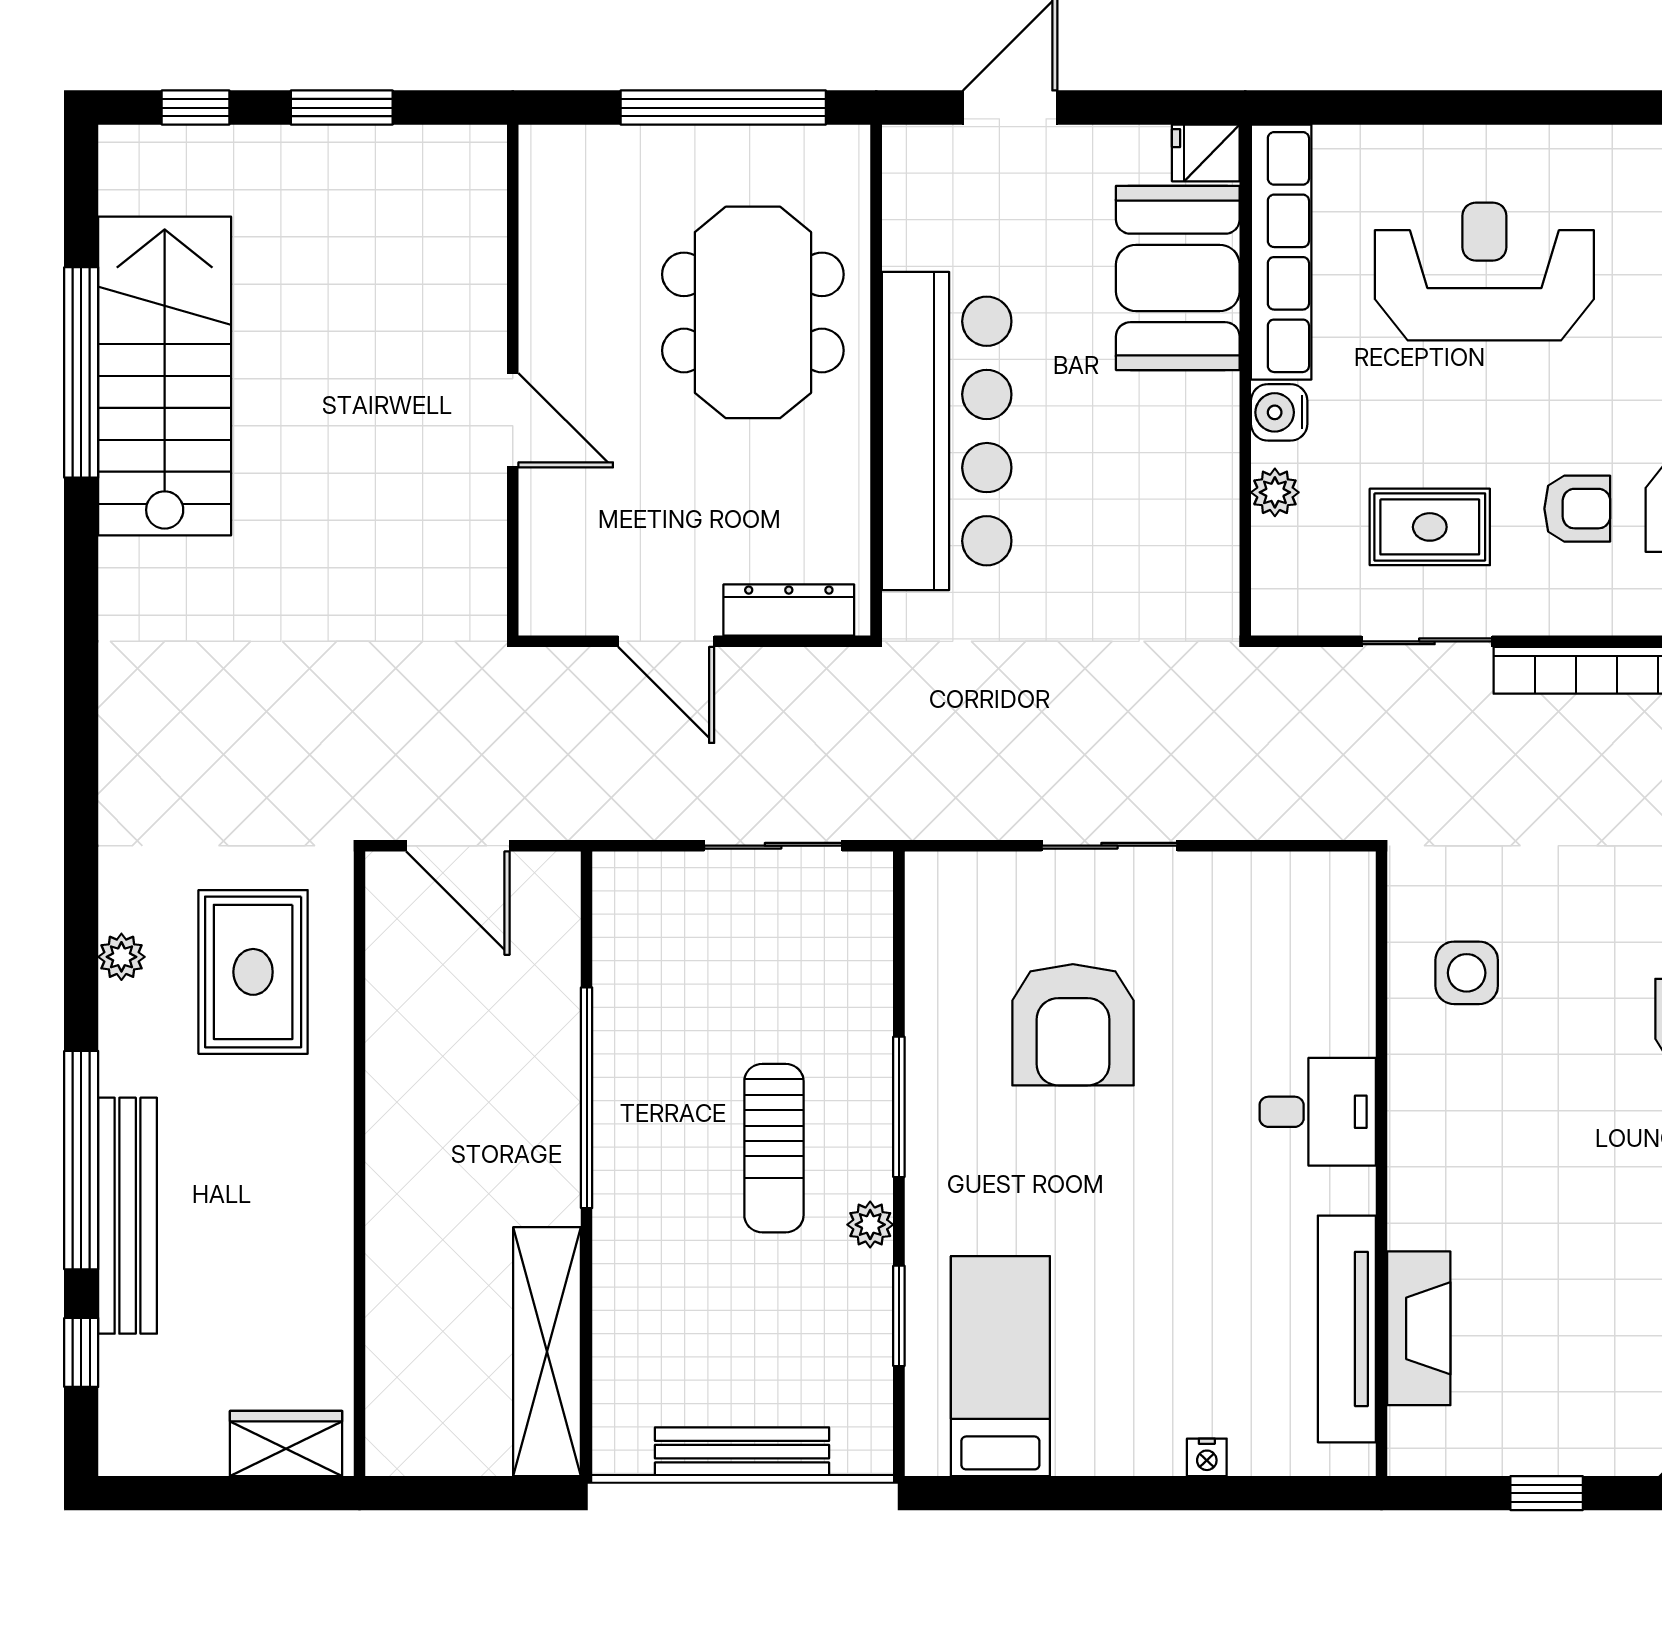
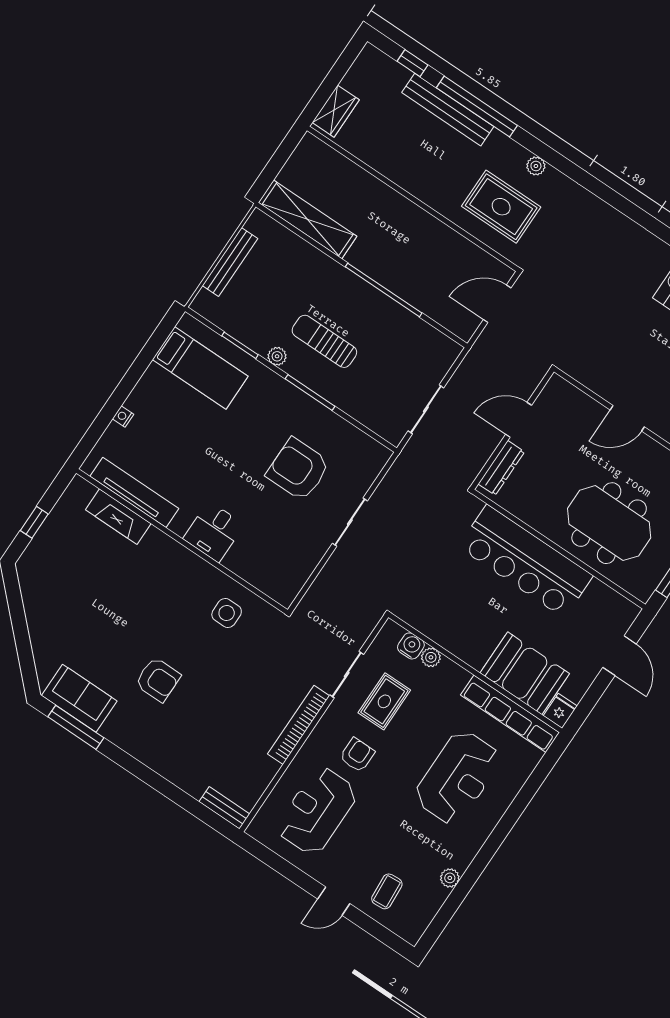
water cooler: (1279, 412) -> (411, 646), moved
armchair: (1577, 509) -> (357, 755), turned 180

